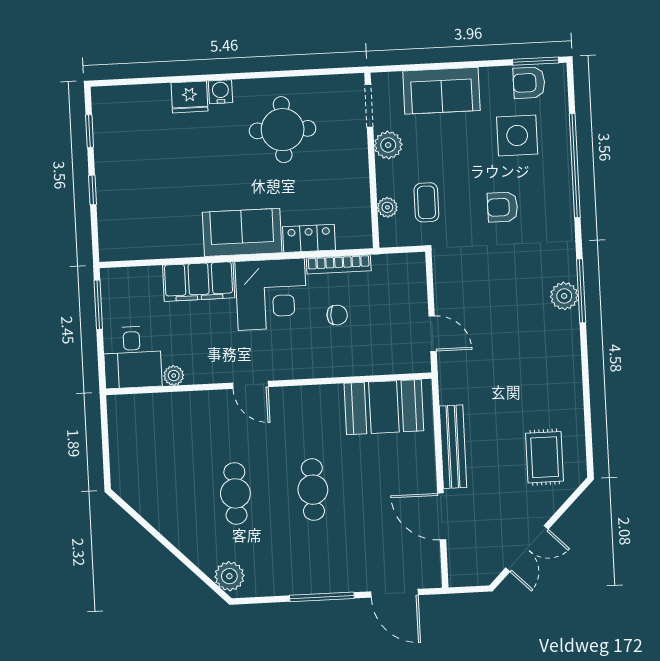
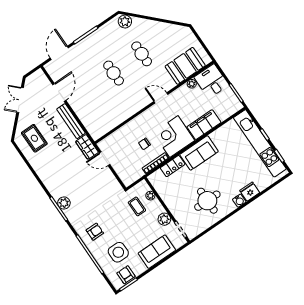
armchair: (529, 83) -> (126, 275), turned -90
kitchen unit: (112, 179) -> (260, 143), added
armchair: (503, 207) -> (95, 232), moved
wardrobe: (453, 378) -> (87, 147), added
booth: (384, 407) -> (185, 66), moved
door: (442, 516) -> (59, 93), hinge flipped
door: (394, 593) -> (59, 53), hinge flipped

